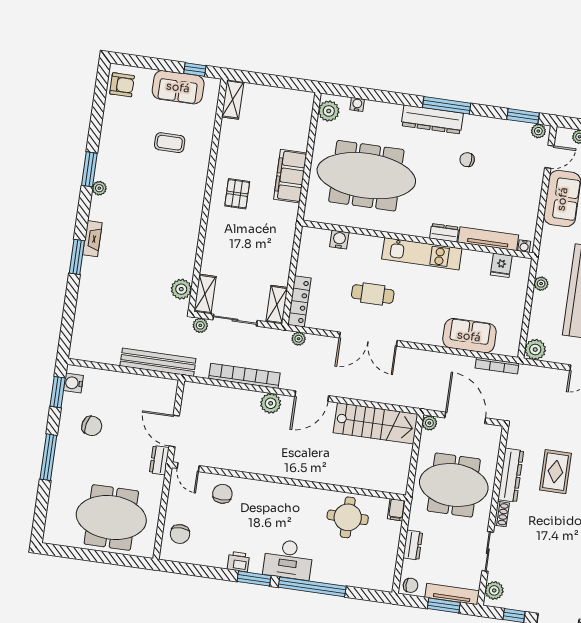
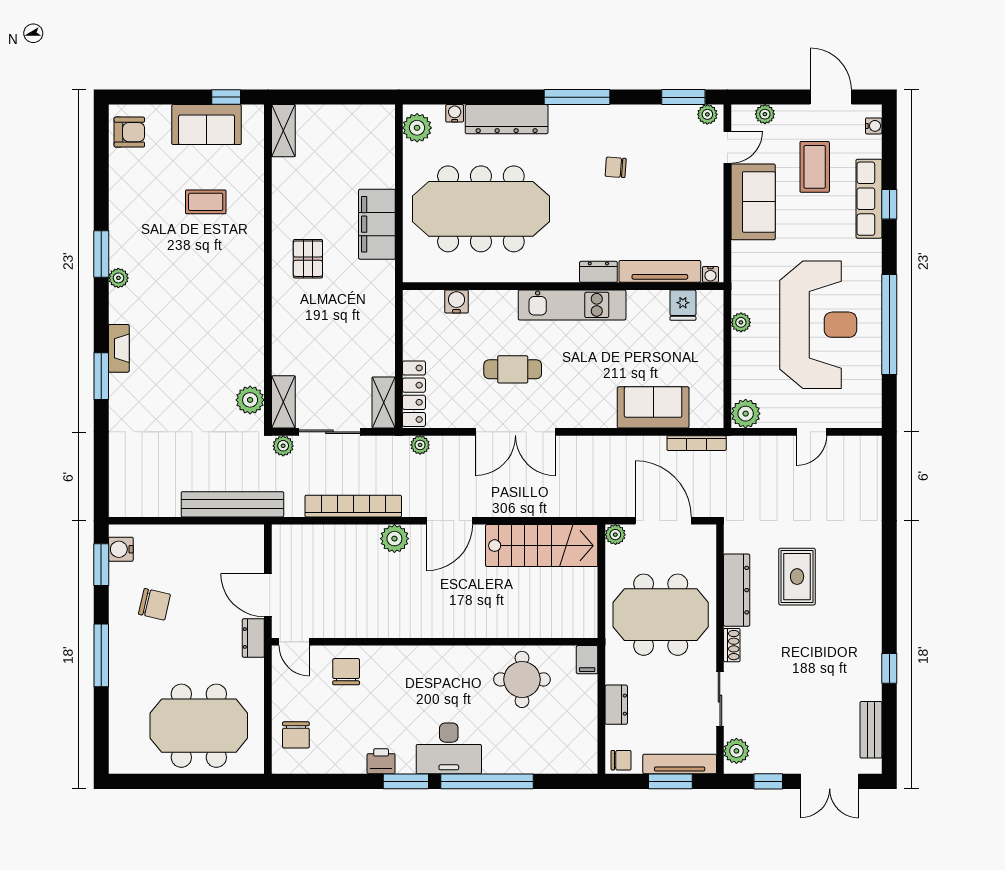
dresser: (432, 119) -> (507, 119), moved

